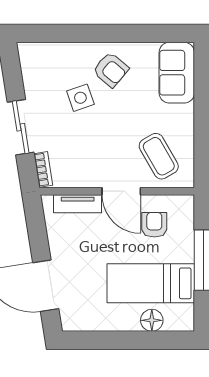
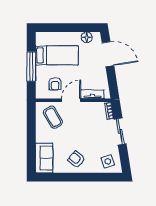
side table: (80, 98) -> (108, 161), moved
door: (121, 191) -> (71, 100), hinge flipped
floor lamp: (152, 320) -> (87, 37), moved

